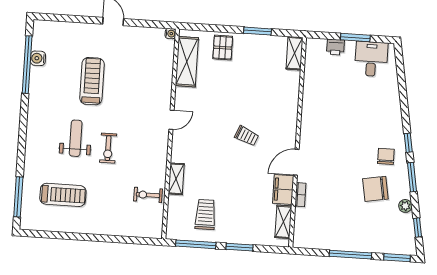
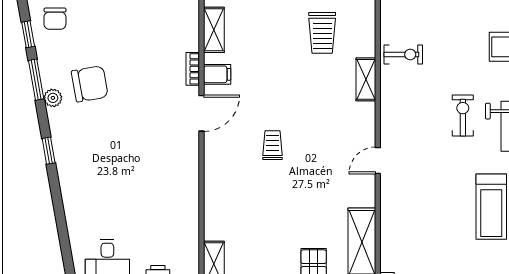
trolley: (247, 136) -> (272, 145), turned 67
chair: (386, 156) -> (55, 19), moved
window: (412, 177) -> (36, 80), moved
filing cabinet: (283, 190) -> (217, 74), width x0.50
plant: (405, 206) -> (53, 98), moved

